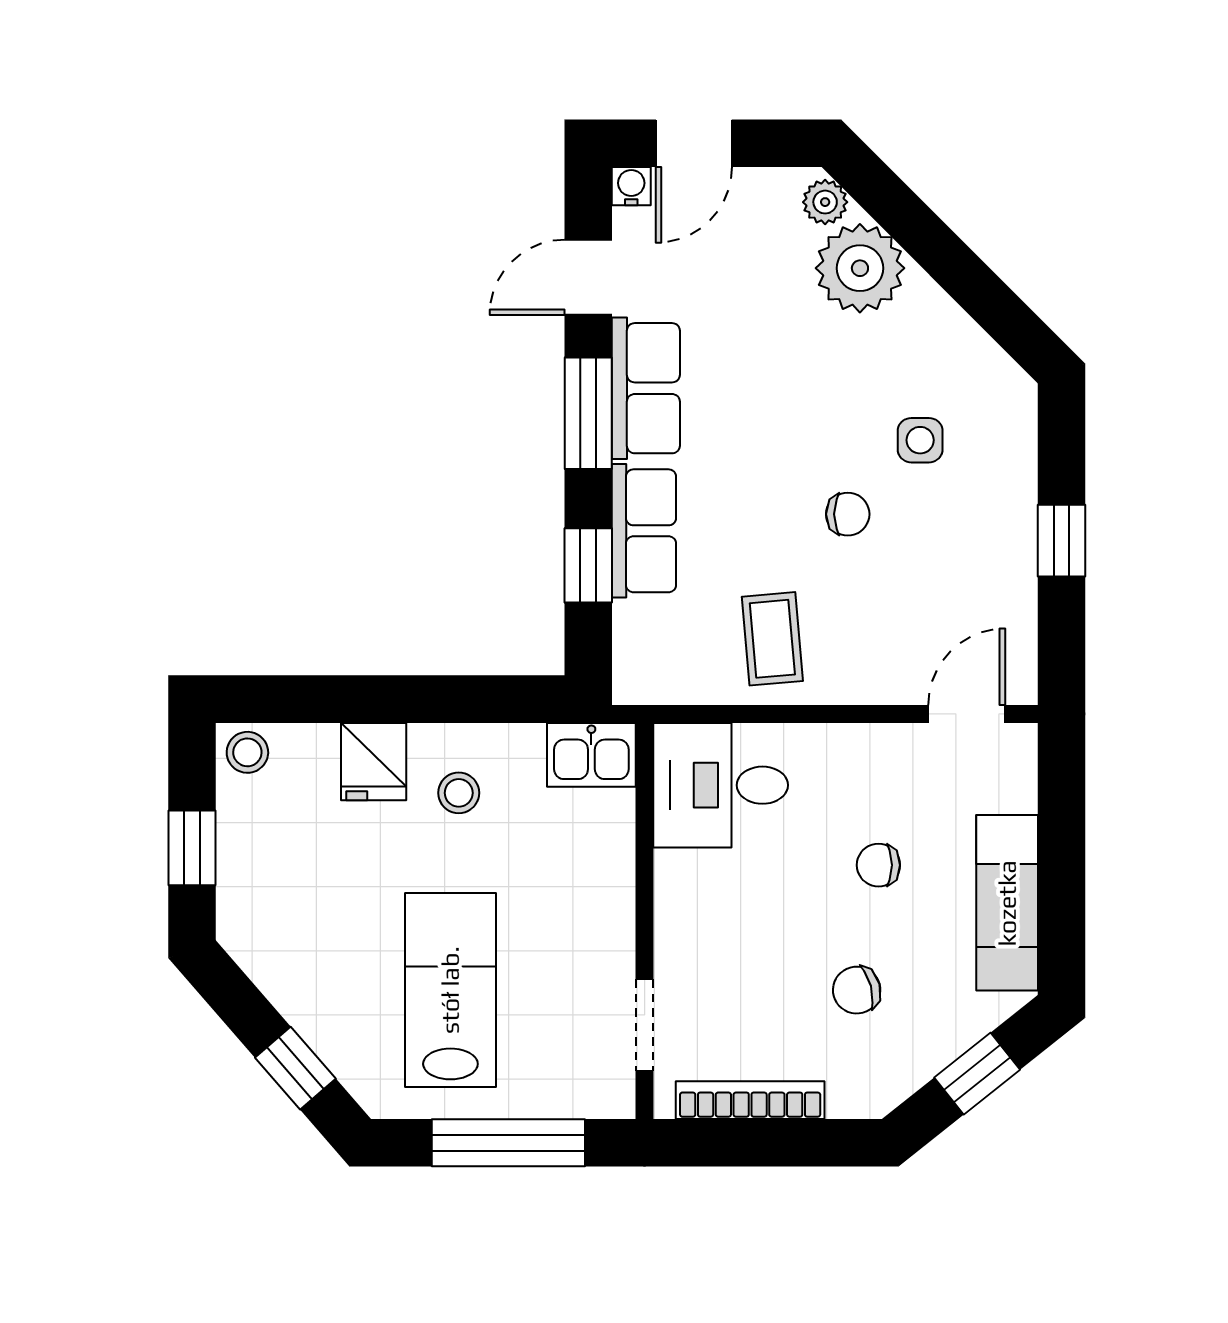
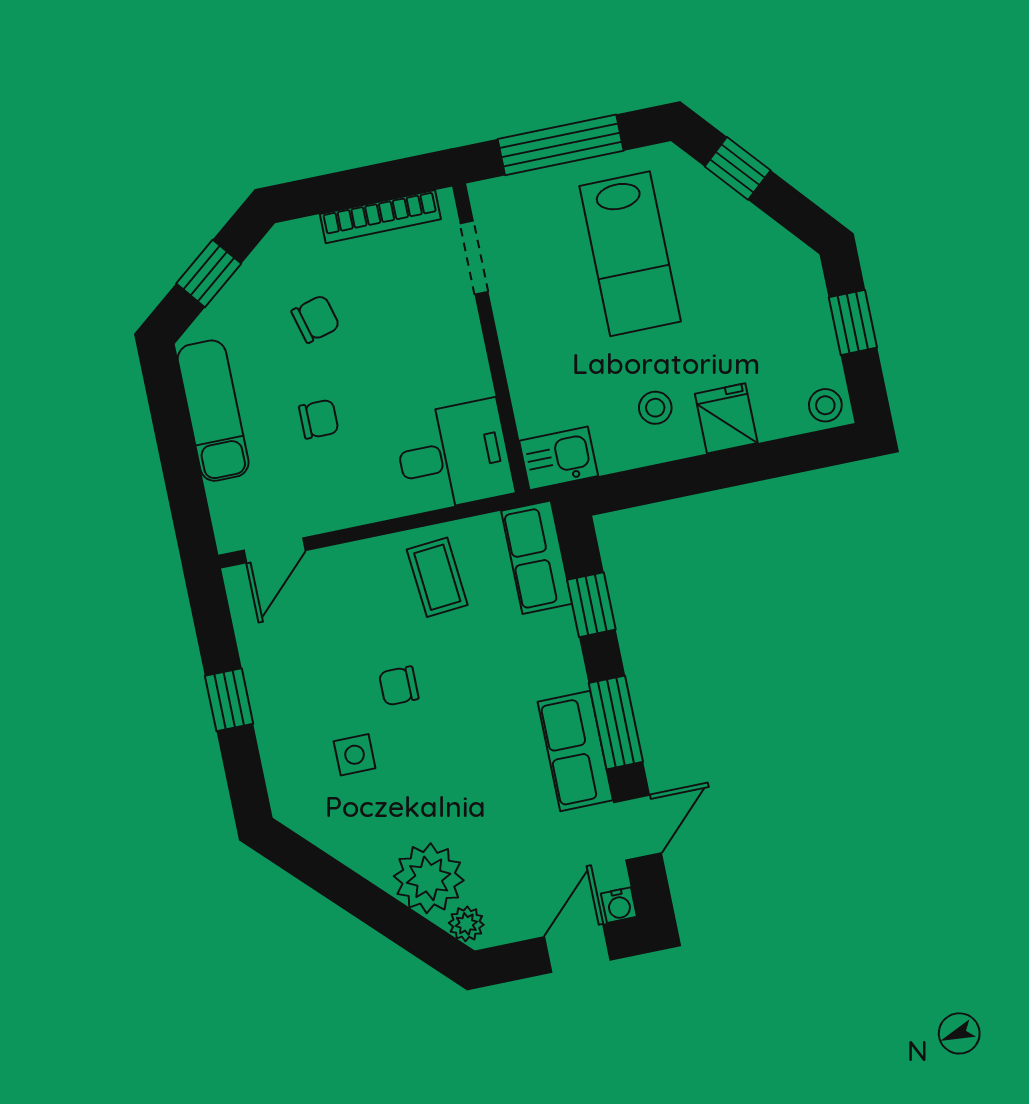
row of seats: (644, 531) -> (537, 557), moved

